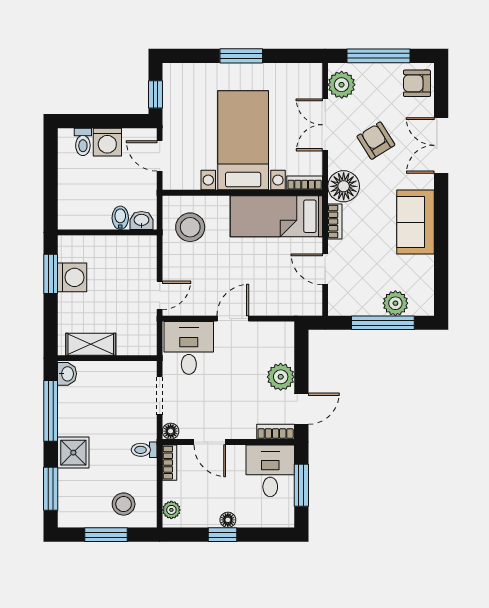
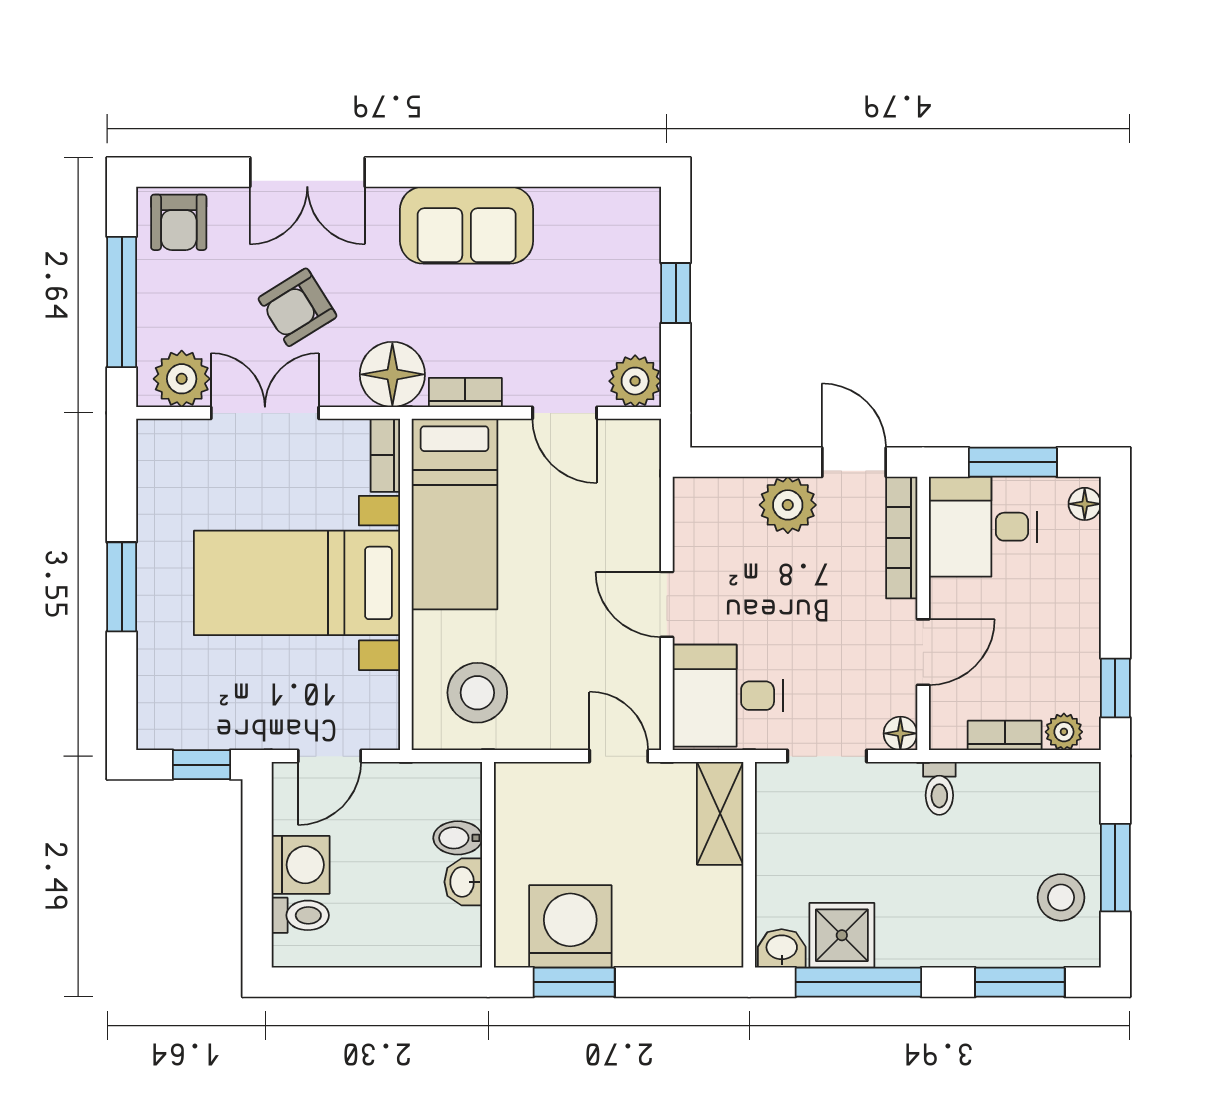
double door: (325, 125) -> (265, 413), swing flipped
washbasin: (141, 220) -> (463, 882), moved
door: (325, 269) -> (565, 413), hinge flipped
washing machine: (72, 277) -> (570, 926), width x1.37, depth x1.37
plant: (395, 303) -> (635, 381), moved
window: (383, 323) -> (676, 293), width x0.46
shelving: (91, 344) -> (720, 813), moved
bookcase: (276, 432) -> (902, 538), width x1.56
shower: (73, 453) -> (842, 935), moved
bookcase: (170, 463) -> (1005, 735), moved
stool: (124, 504) -> (1061, 897), moved
floor lamp: (228, 520) -> (1085, 504), moved
window: (223, 535) -> (1115, 688), moved

